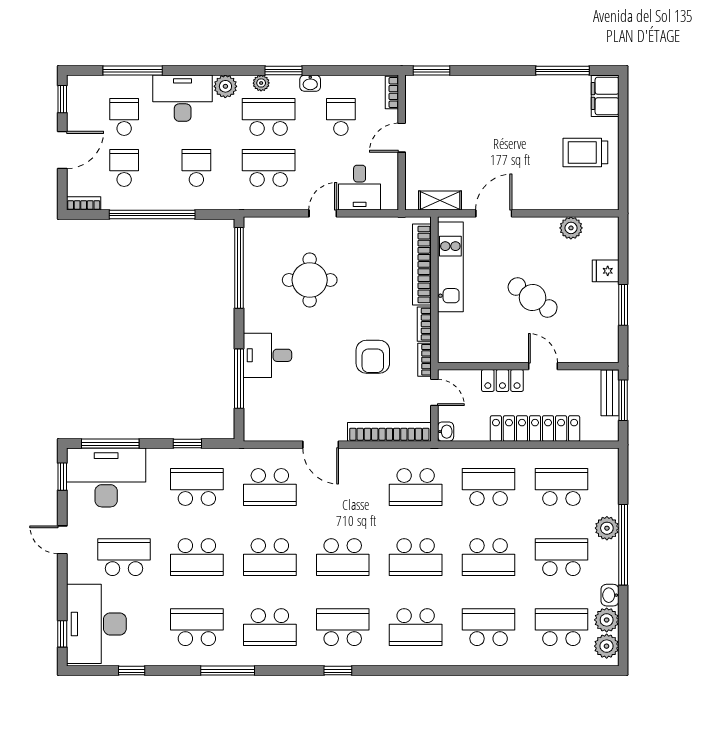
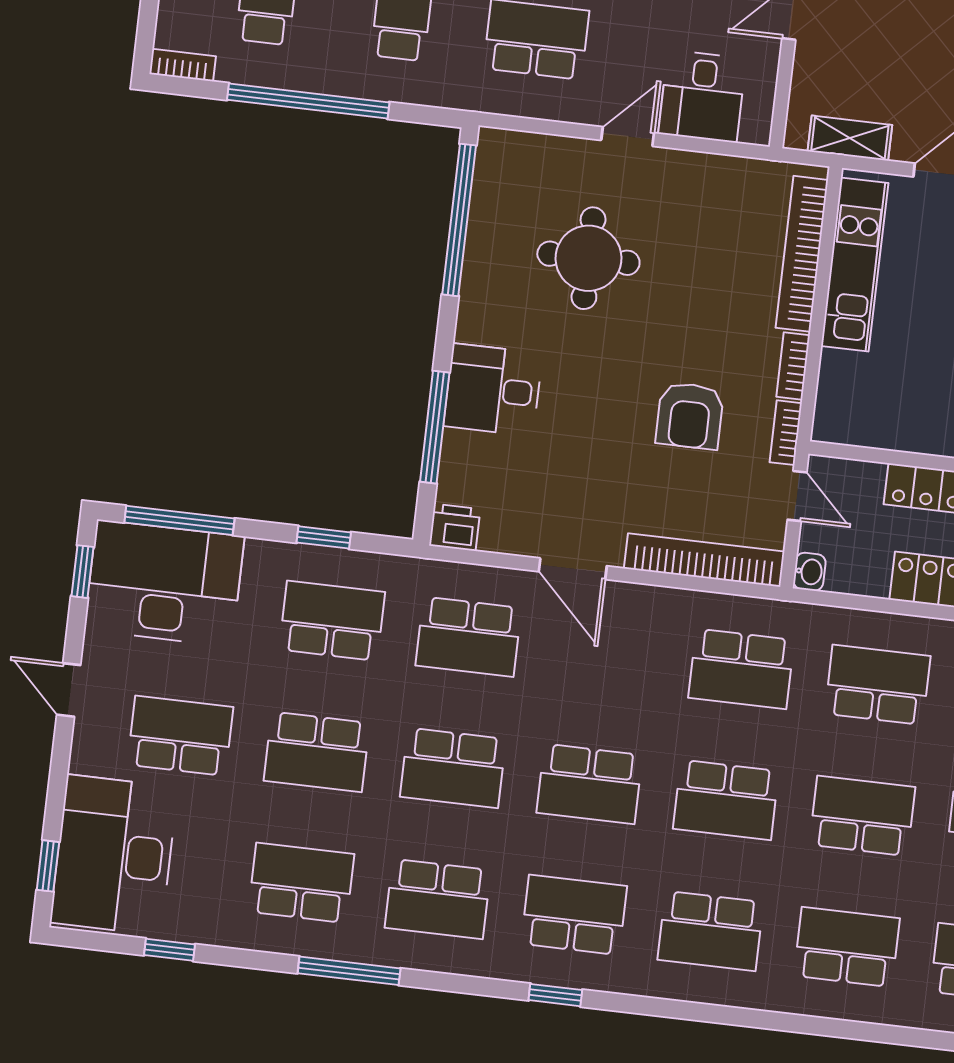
printer: (256, 430) -> (455, 527), added
school desk: (489, 557) -> (862, 816), turned 180

